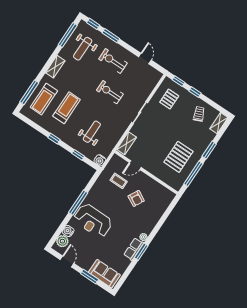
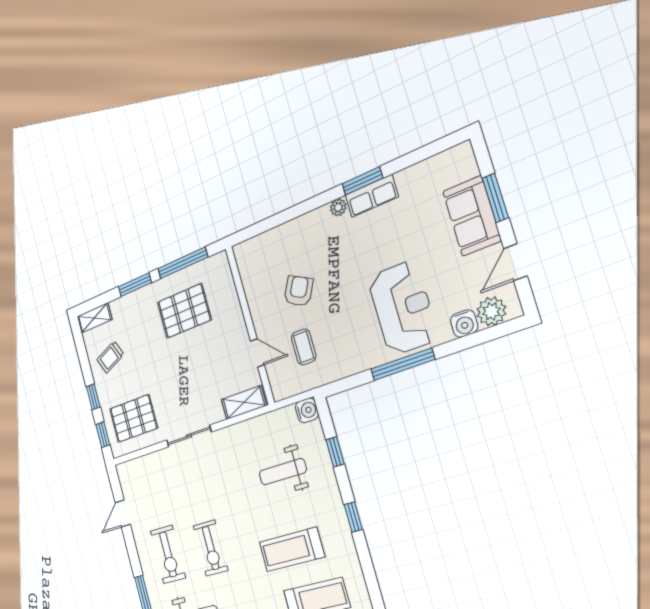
exercise bike: (110, 92) -> (211, 548), moved
pallet: (169, 99) -> (134, 418), width x1.50, depth x1.42
sofa: (104, 274) -> (472, 216), moved

